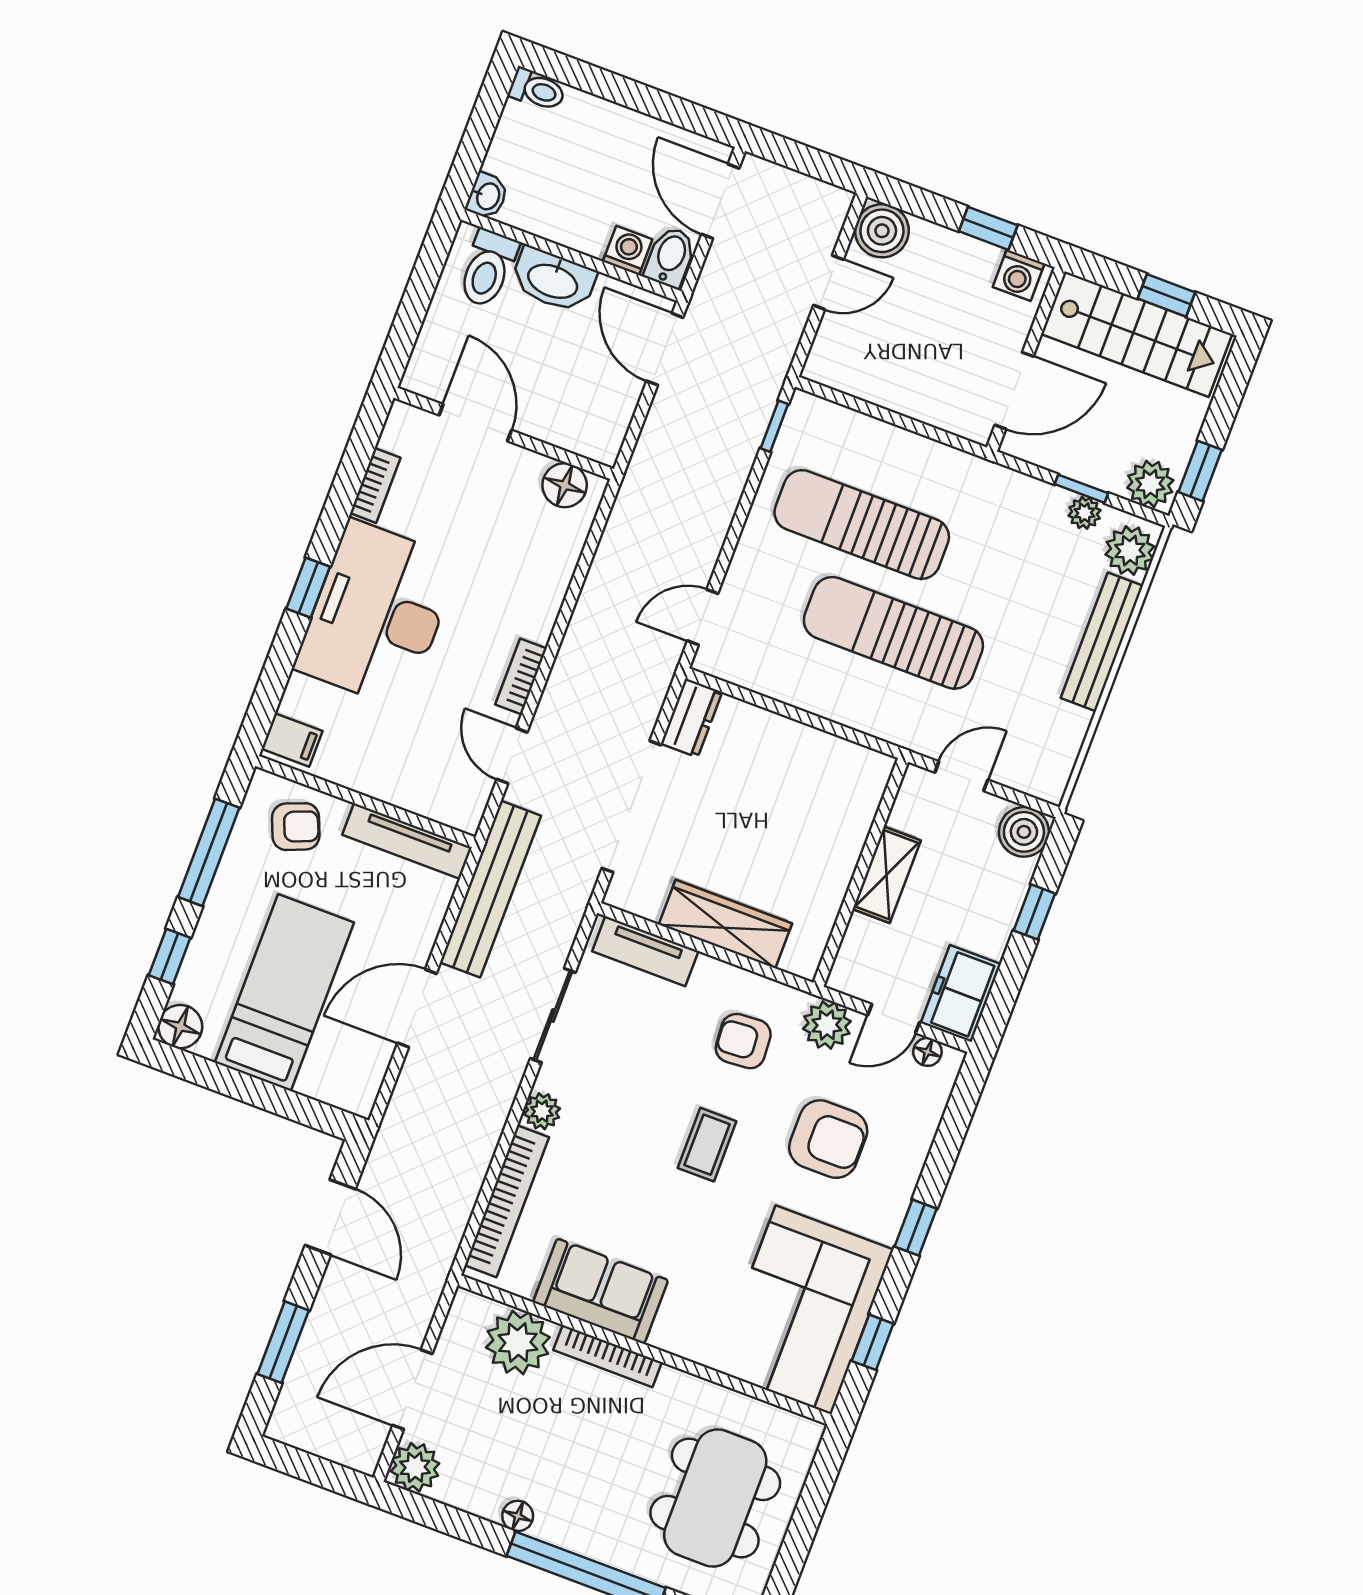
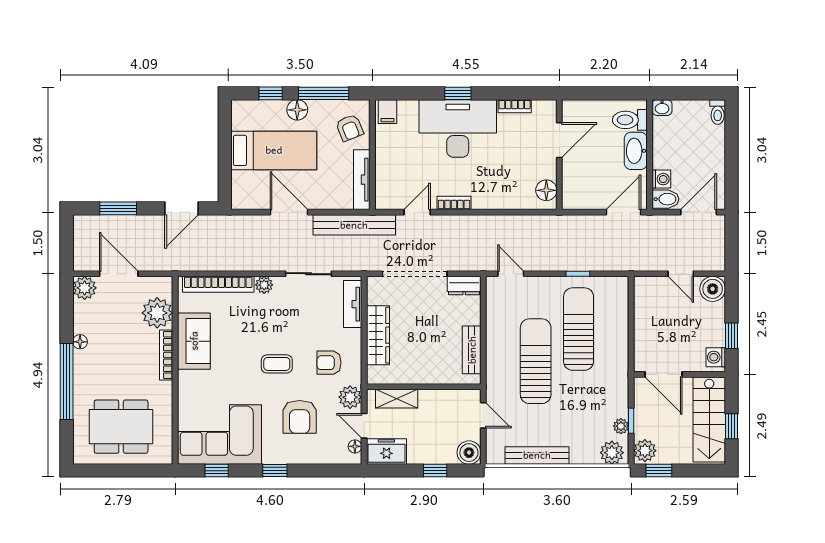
window: (774, 426) -> (578, 274), moved
bench: (1102, 642) -> (537, 455), moved
bench: (824, 751) -> (472, 350), added
shelving: (887, 875) -> (397, 399), moved
floor lamp: (180, 1027) -> (297, 110), moved
armchair: (743, 1041) -> (329, 363), turned -86

